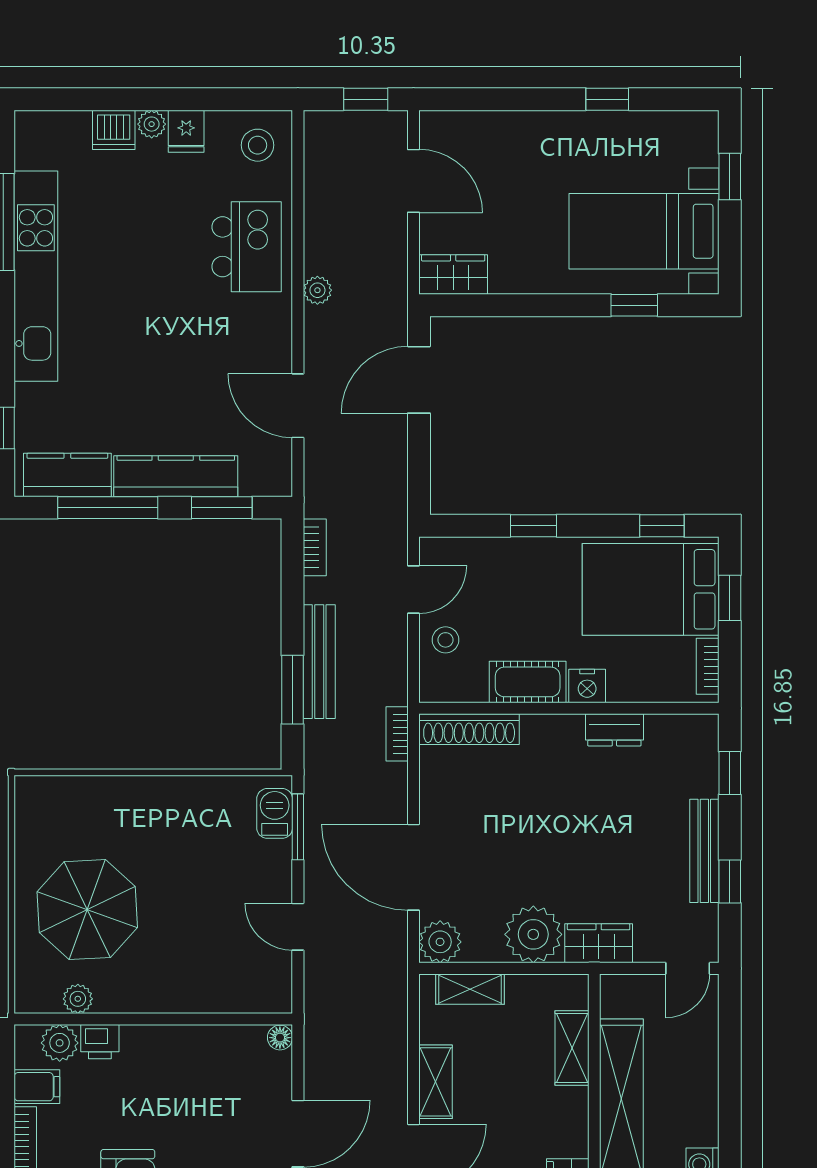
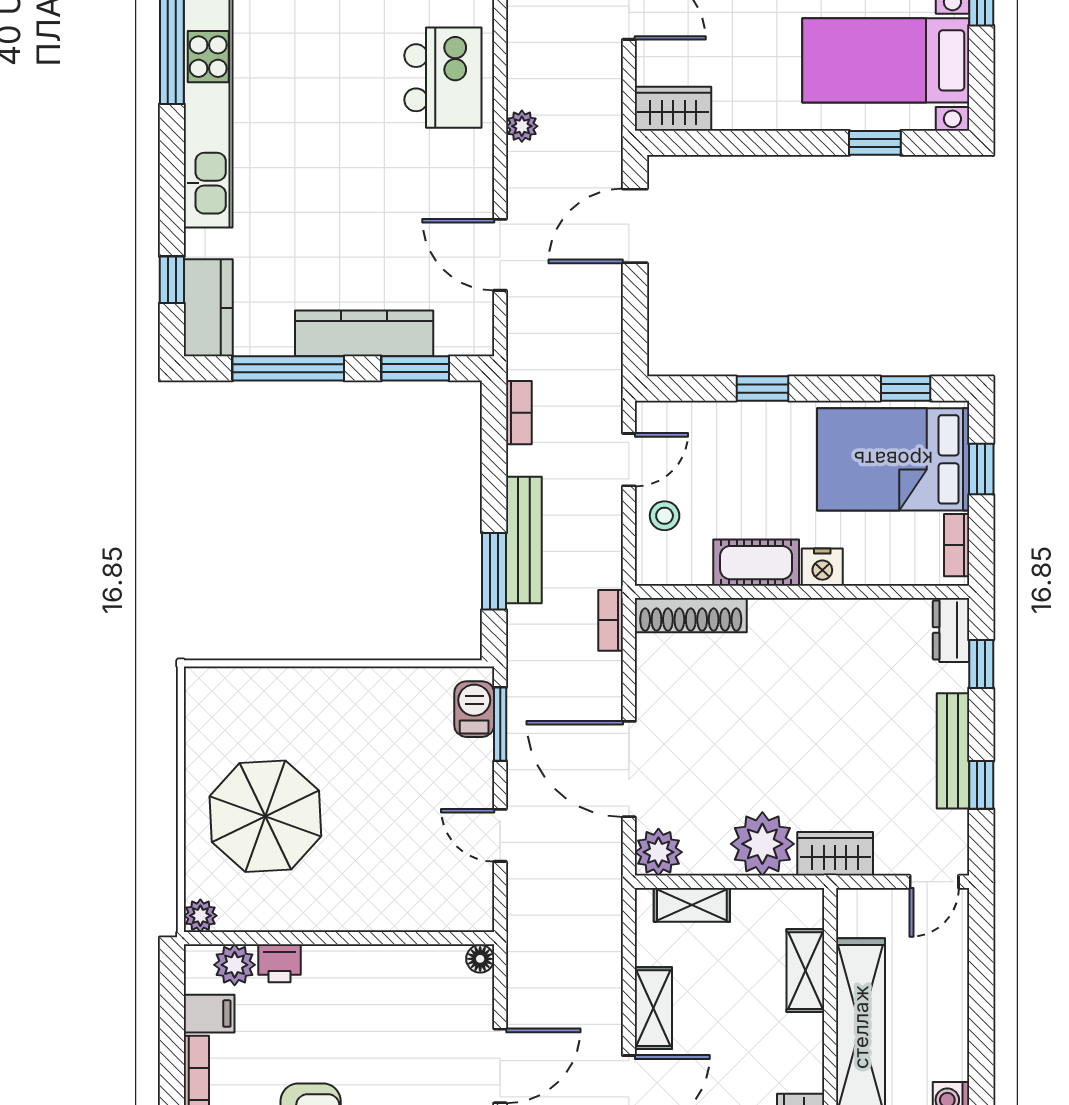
kitchen counter: (67, 475) -> (208, 308), moved, turned 90
dresser: (614, 730) -> (951, 630), moved, turned 90
plant: (78, 999) -> (200, 916), moved

